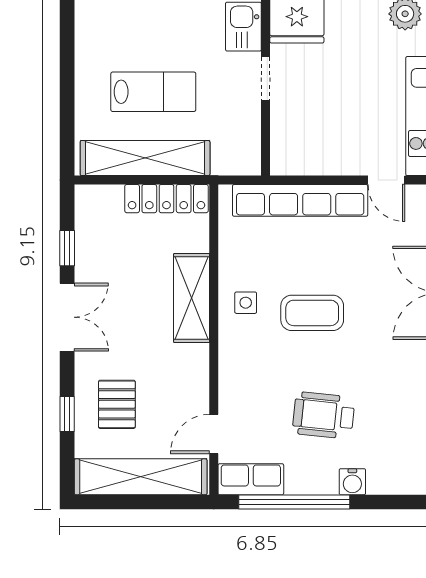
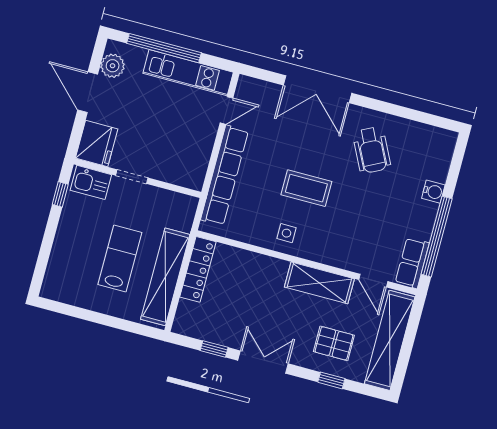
shelving: (192, 298) -> (319, 283), moved
coffee table: (312, 313) -> (306, 188), turned 90
wheelchair: (324, 415) -> (372, 150), moved, turned -33

